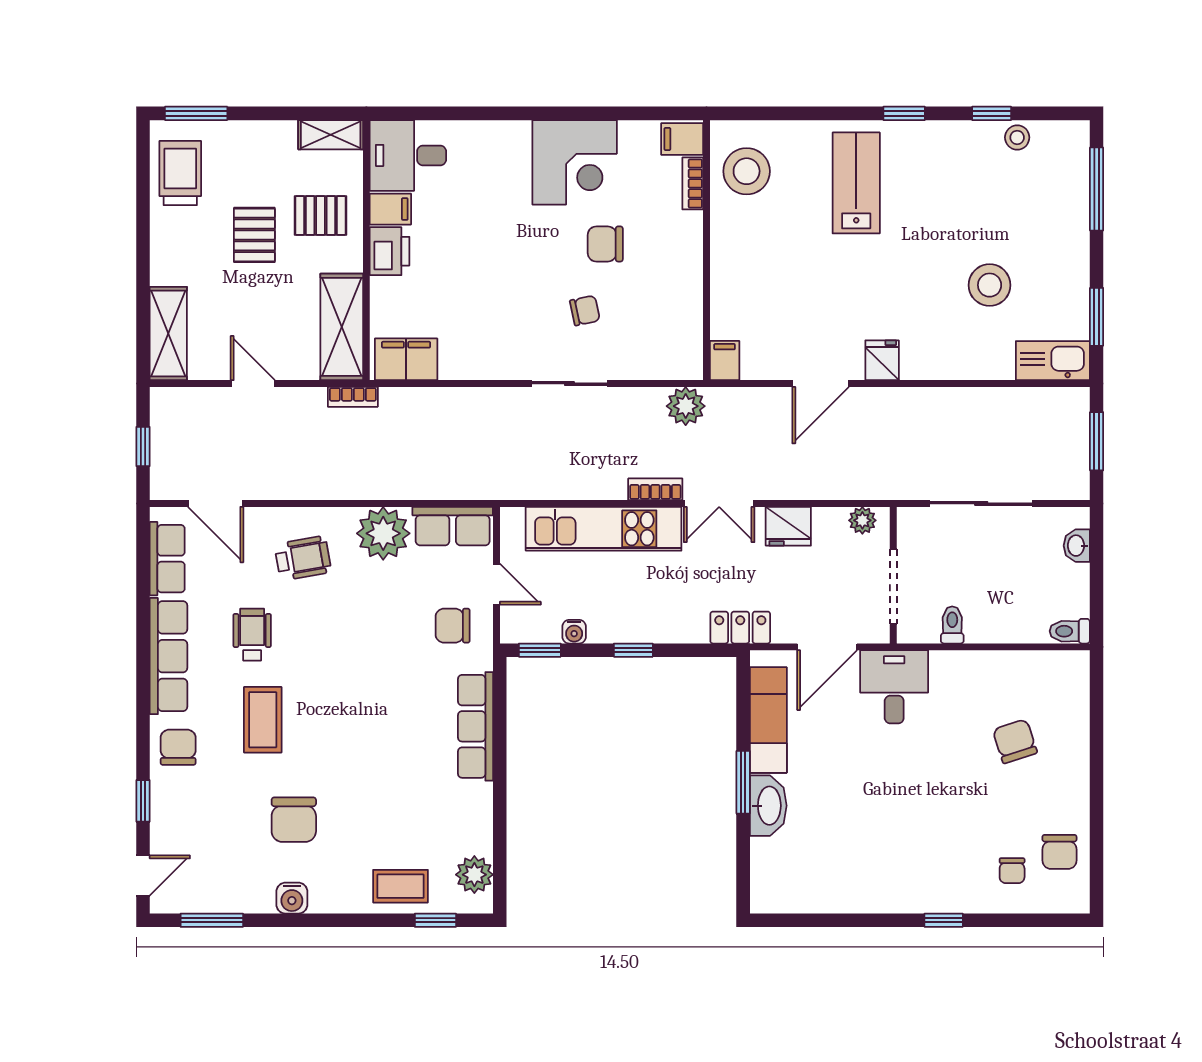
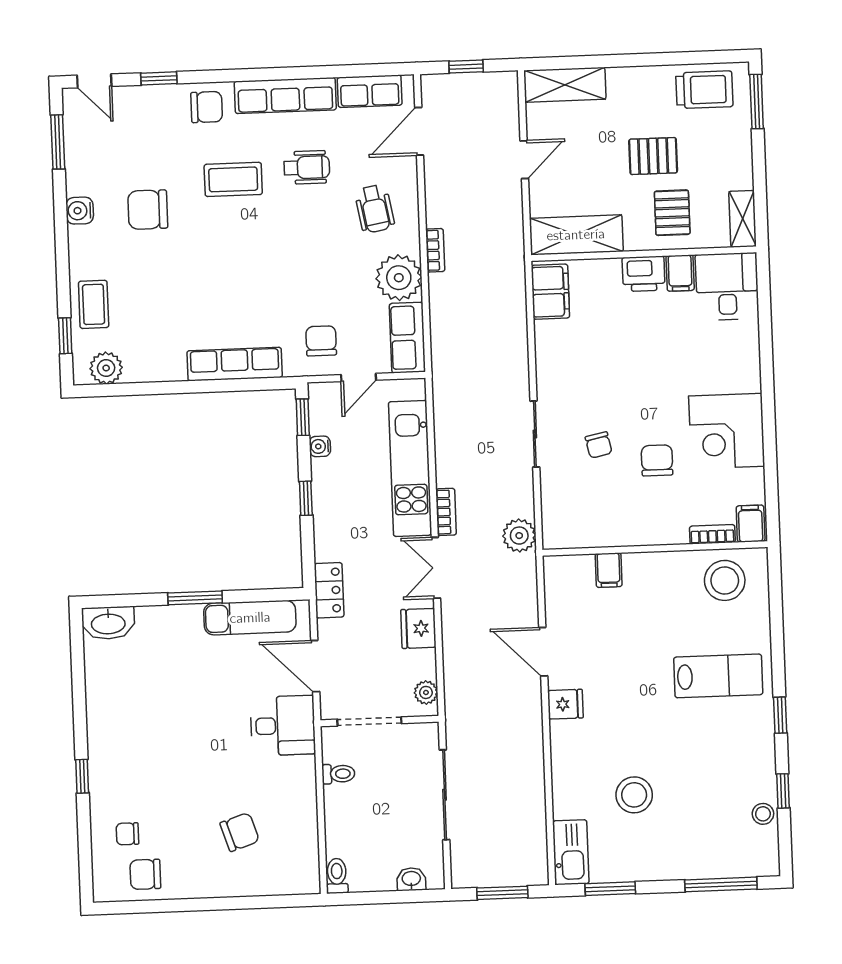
filing cabinet: (725, 360) -> (609, 570), moved, turned 90
bookcase: (353, 397) -> (435, 250), moved, turned 180
washbasin: (768, 806) -> (108, 623), moved

